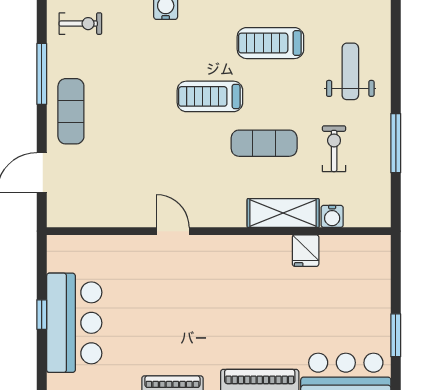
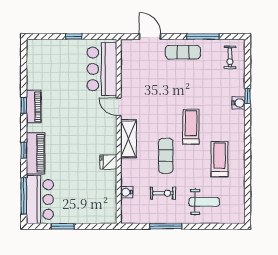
shelving: (283, 213) -> (128, 139), moved
door: (173, 231) -> (119, 107), swing flipped
fridge: (306, 251) -> (108, 162), moved
bar counter: (74, 323) -> (102, 69), moved, turned 90

